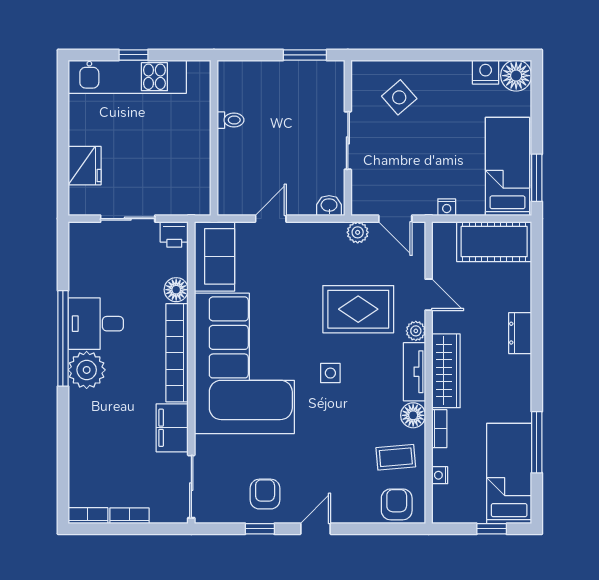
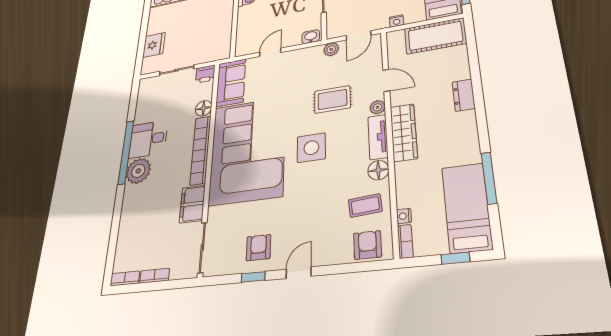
door: (395, 219) -> (359, 35), hinge flipped
rug: (358, 309) -> (332, 99), width x0.73, depth x0.70
side table: (330, 373) -> (311, 148), width x1.87, depth x1.87
bookcase: (439, 429) -> (405, 241), moved

